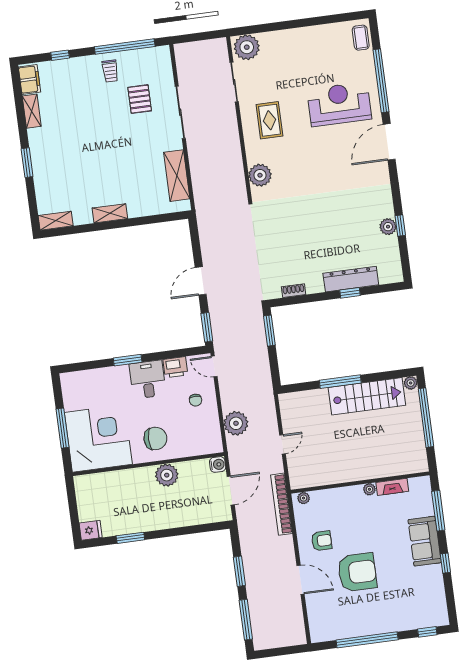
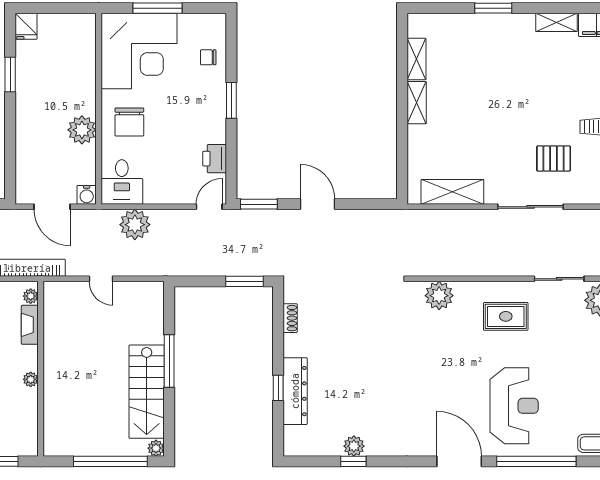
shelving: (56, 221) -> (416, 59), moved
desk: (148, 380) -> (122, 182), moved, turned 90
chair: (196, 400) -> (208, 57), moved
fireplace: (392, 487) -> (30, 325), moved

